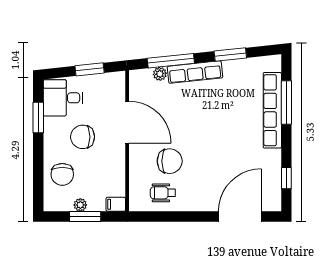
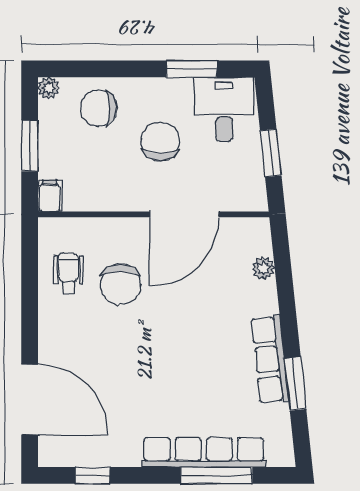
window: (171, 61) -> (285, 286), removed
row of seats: (195, 72) -> (270, 359), moved
plant: (80, 205) -> (49, 88), moved

